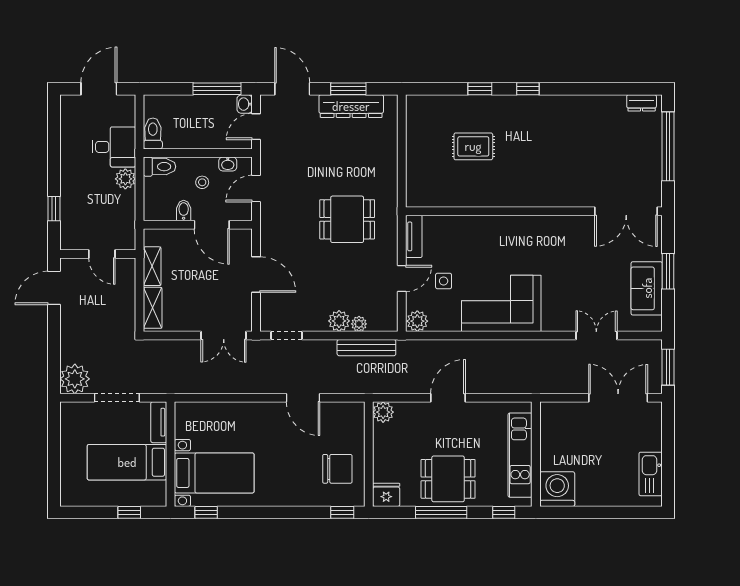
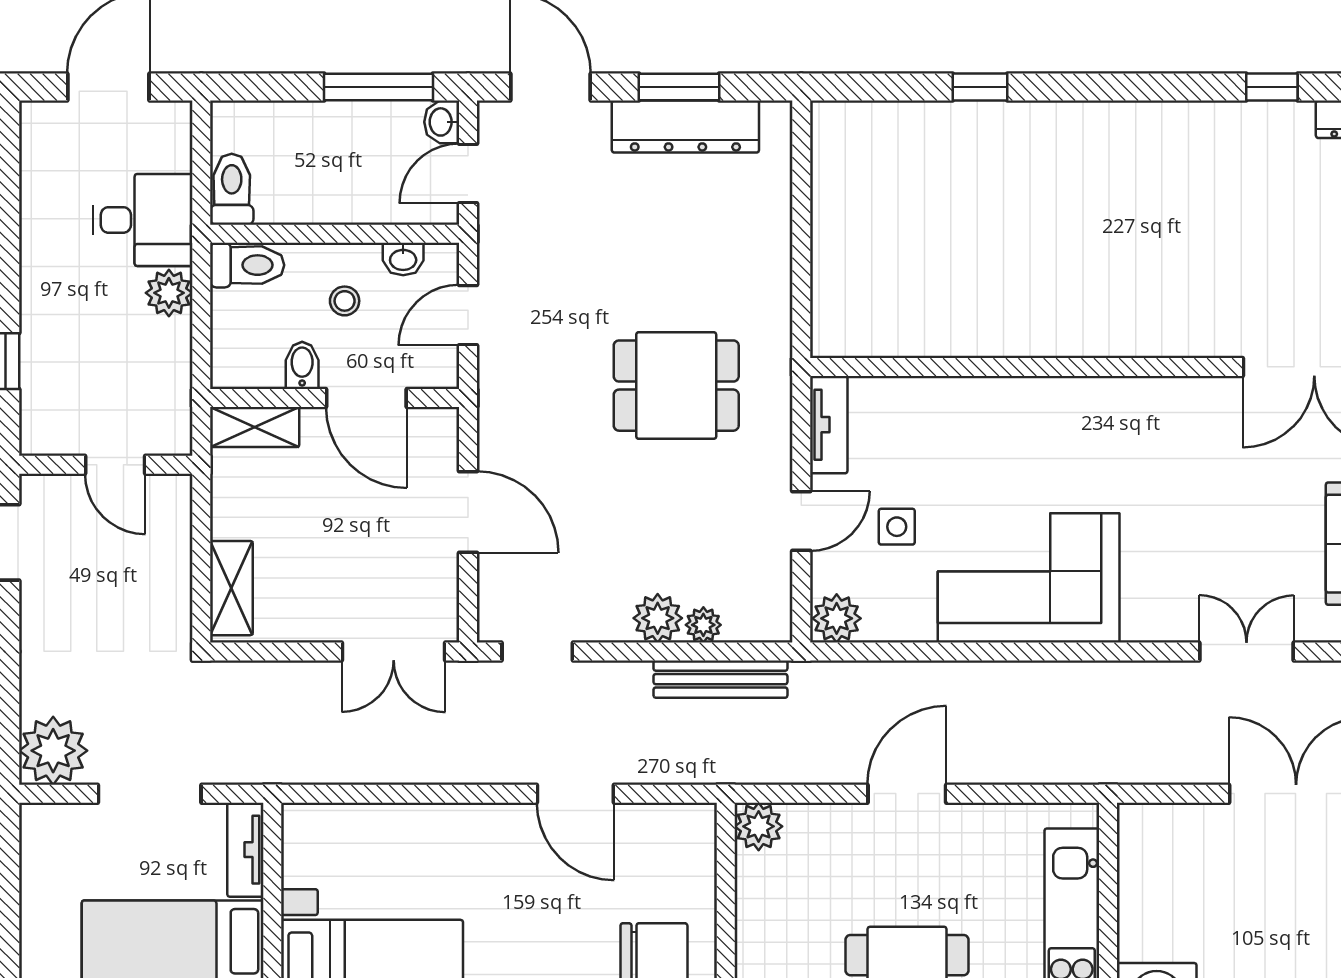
window: (528, 89) -> (1272, 87), moved
rug: (473, 146) -> (965, 219), removed
shelving: (152, 266) -> (255, 427), moved, turned 90

